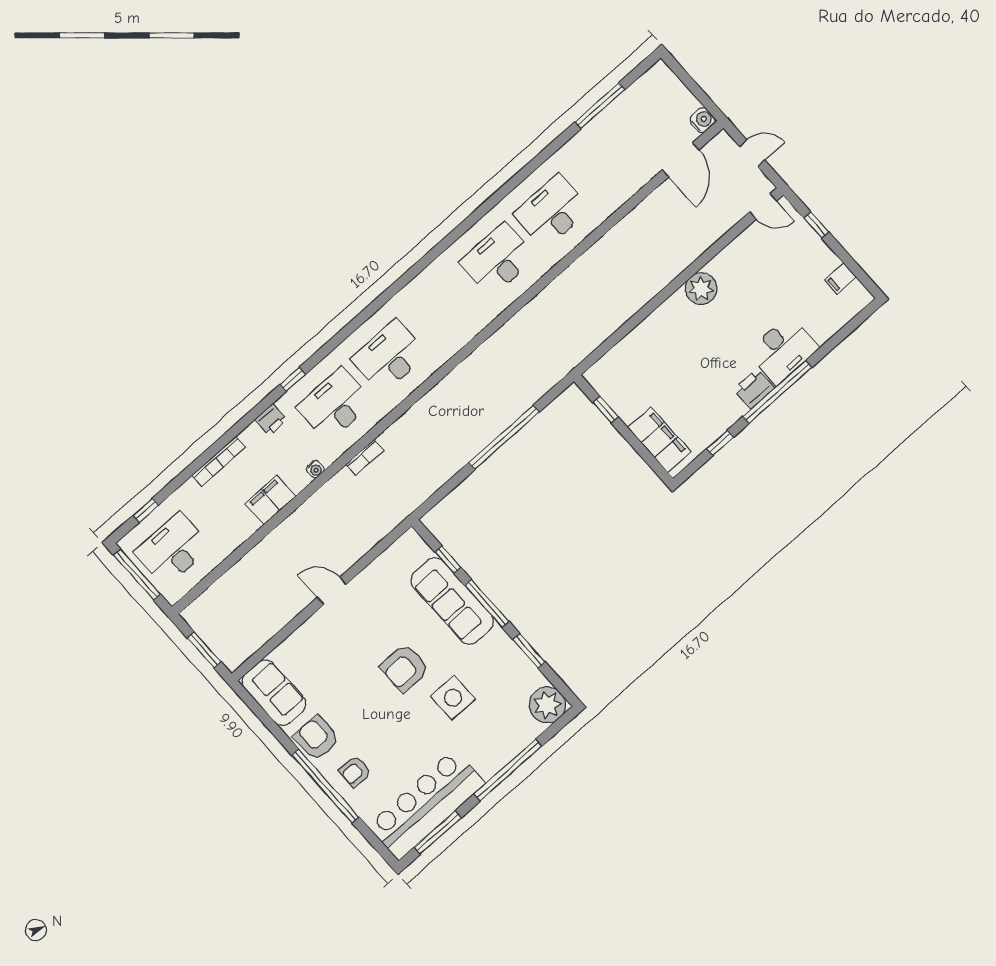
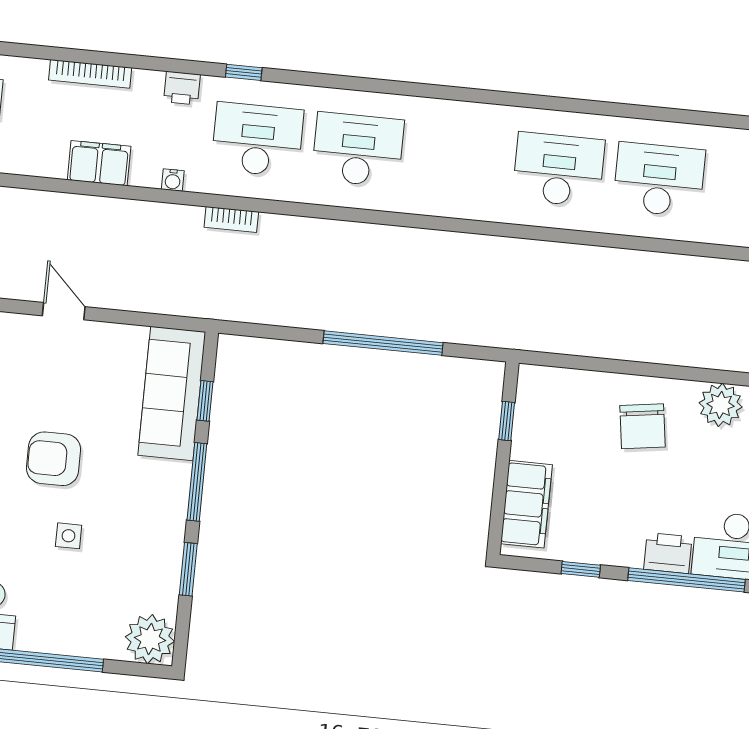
chair: (674, 340) -> (643, 426), added
sofa: (452, 601) -> (172, 393), moved
side table: (453, 698) -> (69, 536), width x0.54, depth x0.54

